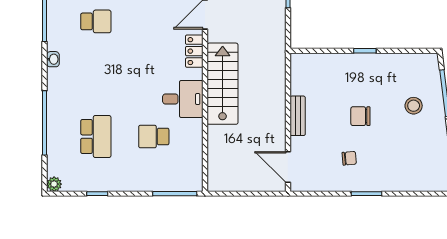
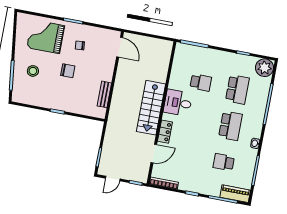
school desk: (96, 79) -> (230, 126), added
bench: (298, 116) -> (104, 94), moved
school desk: (96, 137) -> (237, 89), turned 180
grand piano: (404, 162) -> (46, 37), added
plant: (54, 184) -> (265, 68), width x1.87, depth x1.87

